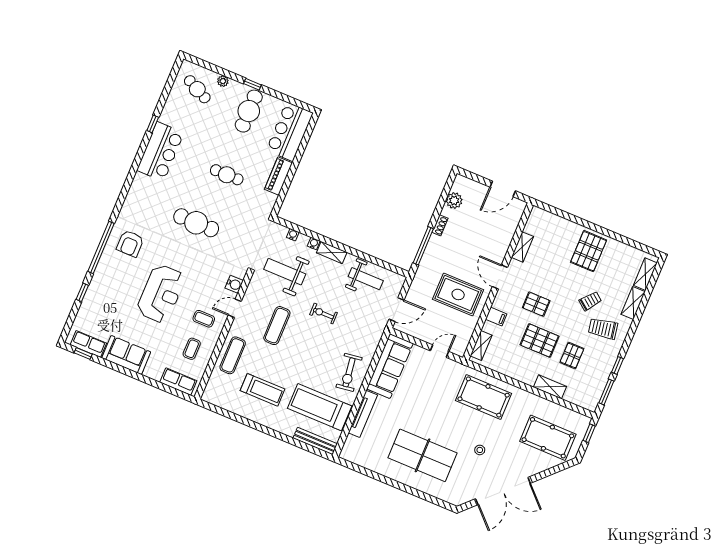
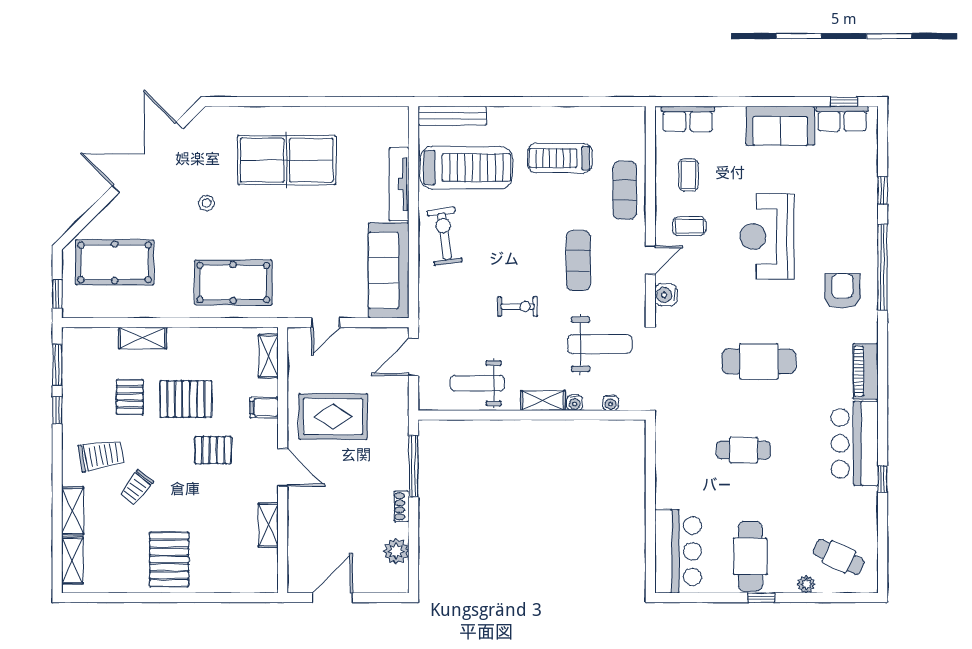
piano: (278, 176) -> (866, 371), moved, turned 180

